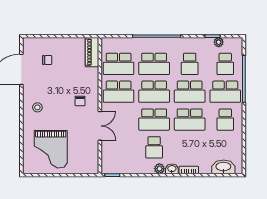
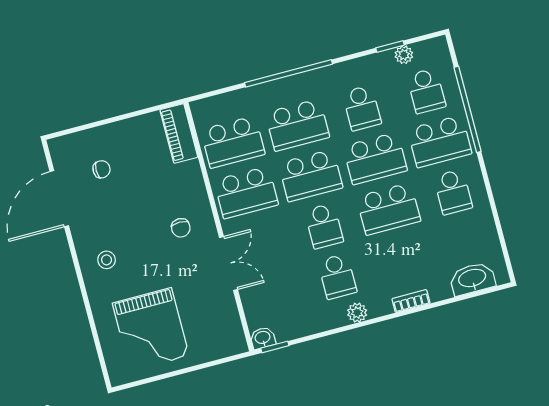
school desk: (154, 120) -> (324, 226), width x0.54
washbasin: (172, 169) -> (263, 338), moved

